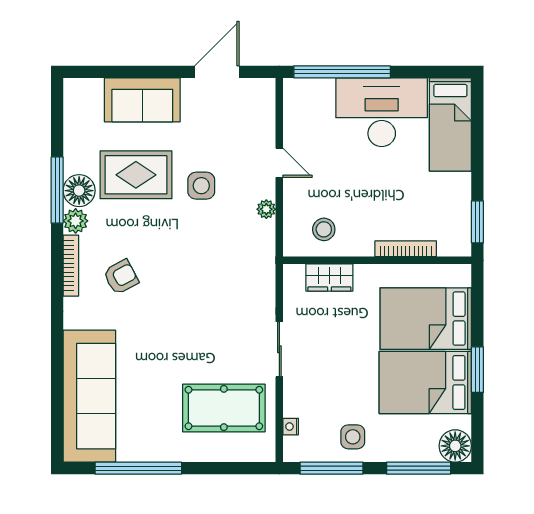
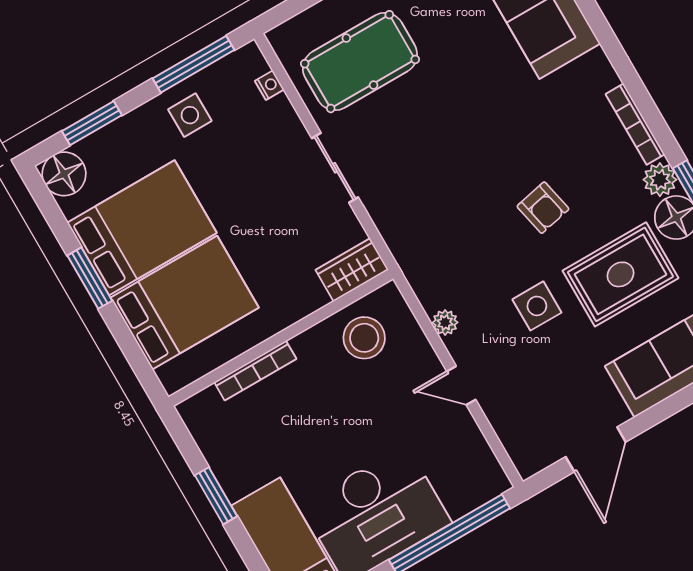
window: (477, 222) -> (216, 496), moved
stool: (324, 229) -> (364, 338), width x1.38, depth x1.38
armchair: (121, 277) -> (543, 208), moved, turned -74
wardrobe: (329, 278) -> (352, 270), moved
window: (419, 468) -> (92, 123), width x0.69

